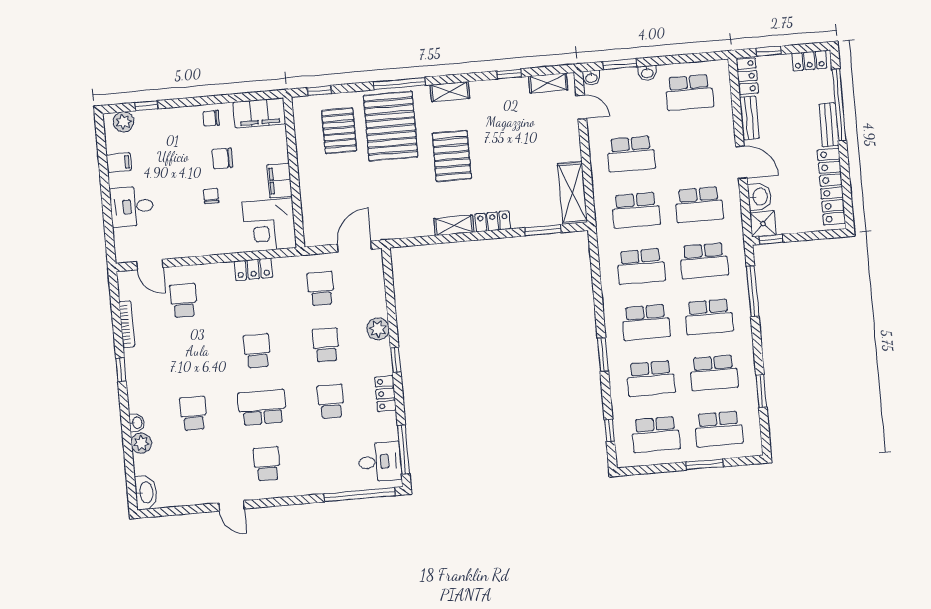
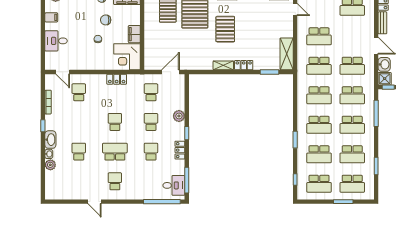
washbasin: (146, 493) -> (50, 140), moved

